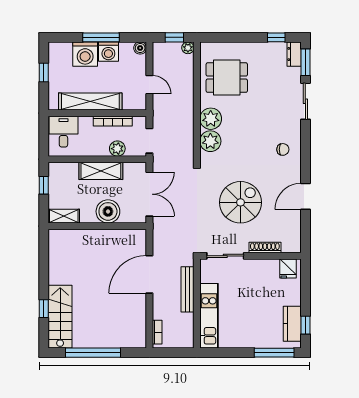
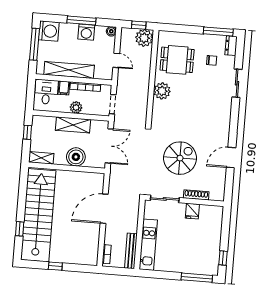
window: (276, 37) -> (218, 32), width x2.17
plant: (188, 48) -> (144, 38), width x1.88, depth x1.88
washing machine: (85, 54) -> (49, 31), moved, turned -90
window: (305, 62) -> (239, 53), removed
window: (44, 72) -> (34, 44), width x2.17
filing cabinet: (86, 125) -> (64, 88), added
plant: (210, 141) -> (160, 108), removed
plant: (117, 149) -> (76, 107), moved
chair: (283, 149) -> (212, 60), moved
fridge: (288, 269) -> (192, 211), moved
bench: (188, 289) -> (131, 251), moved
stairs: (60, 317) -> (38, 215), width x1.86, depth x1.51
kitchen counter: (292, 324) -> (213, 256), removed
window: (93, 353) -> (55, 266), width x0.32

